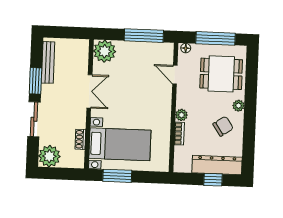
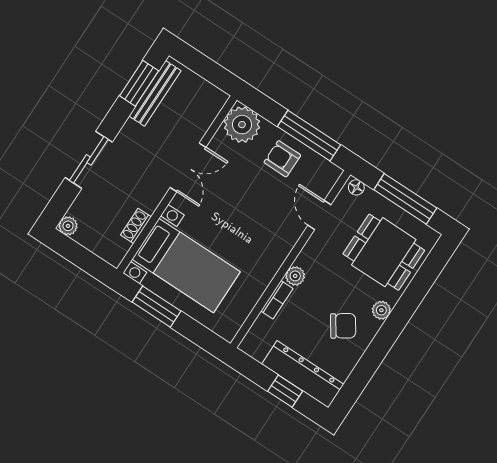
armchair: (137, 57) -> (282, 159), added
window: (36, 81) -> (139, 83), moved
plant: (49, 156) -> (68, 226), width x0.53, depth x0.53

